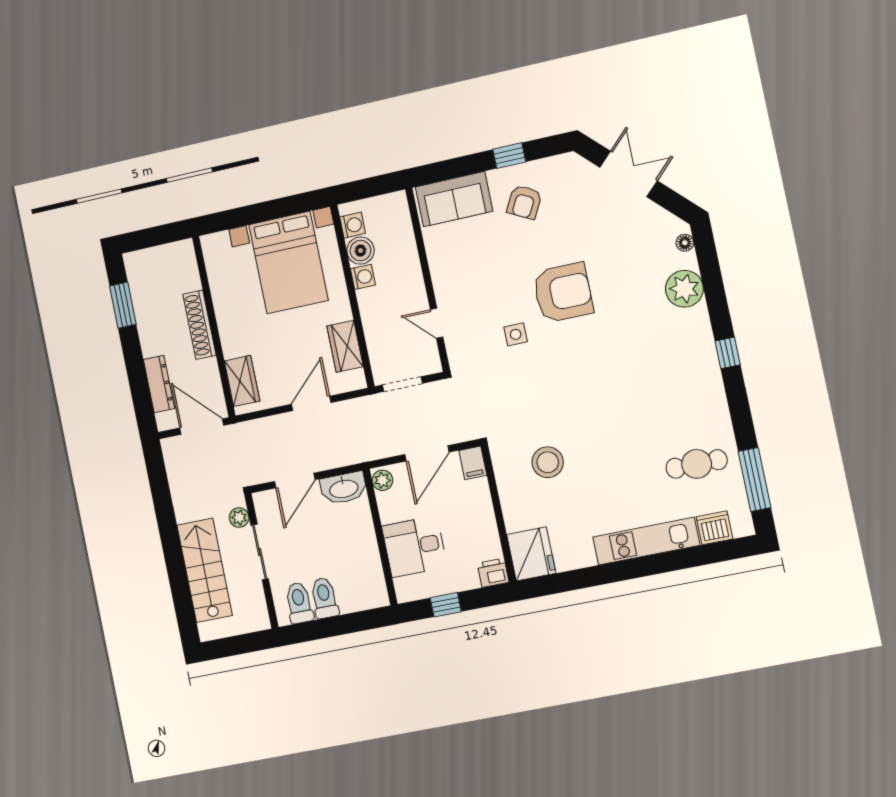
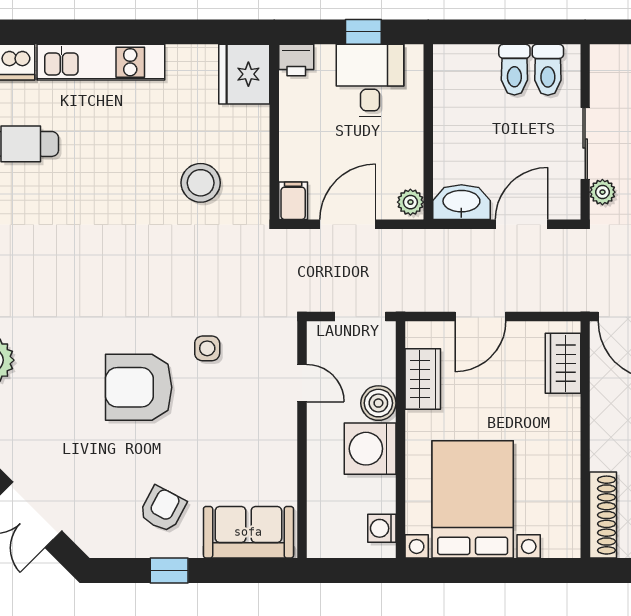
boiler: (361, 251) -> (378, 403), moved
washing machine: (363, 277) -> (370, 449), width x1.89, depth x1.89
shoe rack: (199, 325) -> (603, 515), moved
desk: (414, 546) -> (370, 80), moved, turned -90

